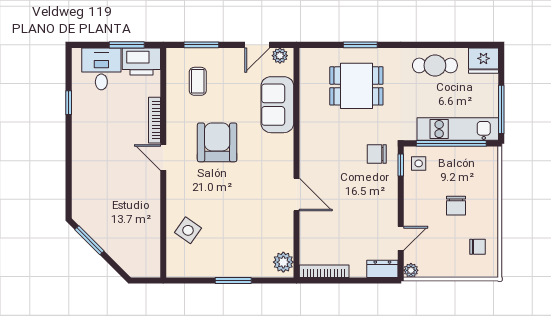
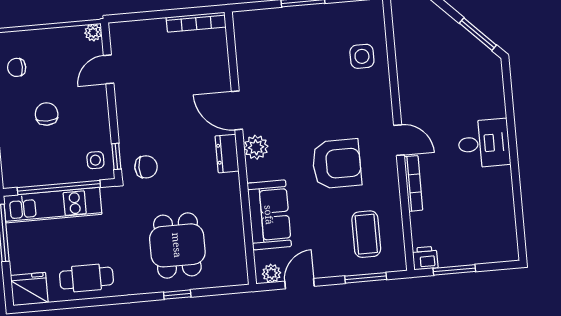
window: (360, 45) -> (177, 295), width x0.67
printer: (141, 61) -> (425, 258), width x0.53, depth x0.68
desk: (101, 69) -> (484, 143), moved, turned -90
coffee table: (198, 81) -> (366, 234), width x1.36, depth x1.30
dining table: (356, 86) -> (177, 245), turned 90
window: (69, 103) -> (517, 195), removed
armchair: (217, 142) -> (337, 164), turned -90
side table: (188, 230) -> (362, 56), turned -35
plant: (283, 262) -> (256, 147), moved
dresser: (382, 269) -> (227, 154), moved, turned 90

